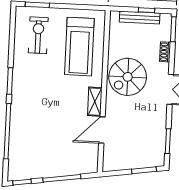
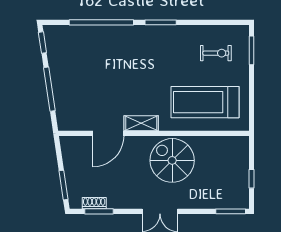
bench: (140, 18) -> (242, 171), removed
exercise bike: (38, 35) -> (216, 53), width x0.73, depth x0.72
shoe rack: (165, 52) -> (94, 203), moved
door: (102, 130) -> (108, 133), swing flipped

